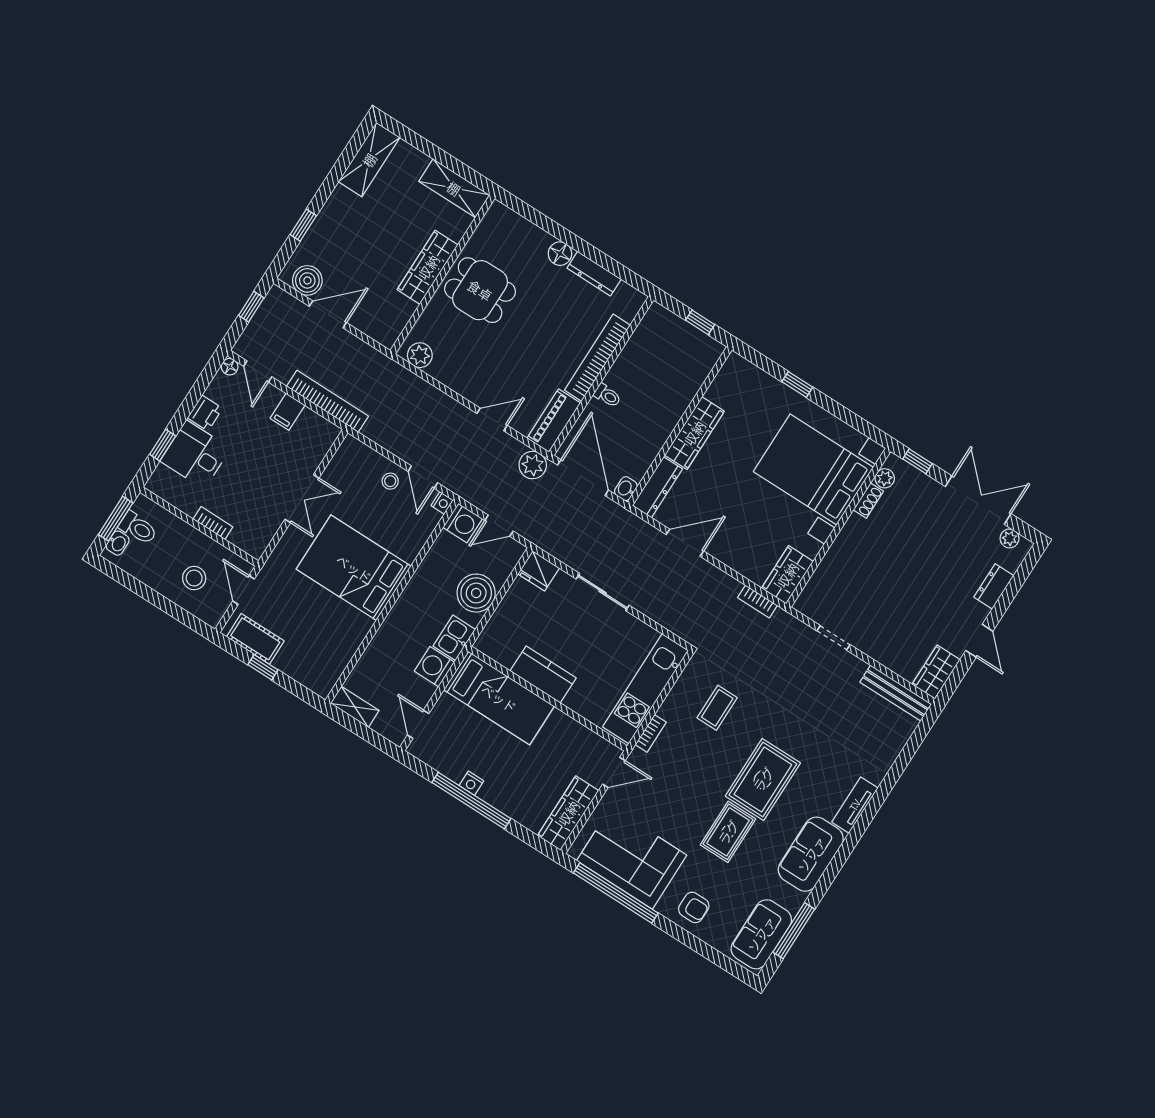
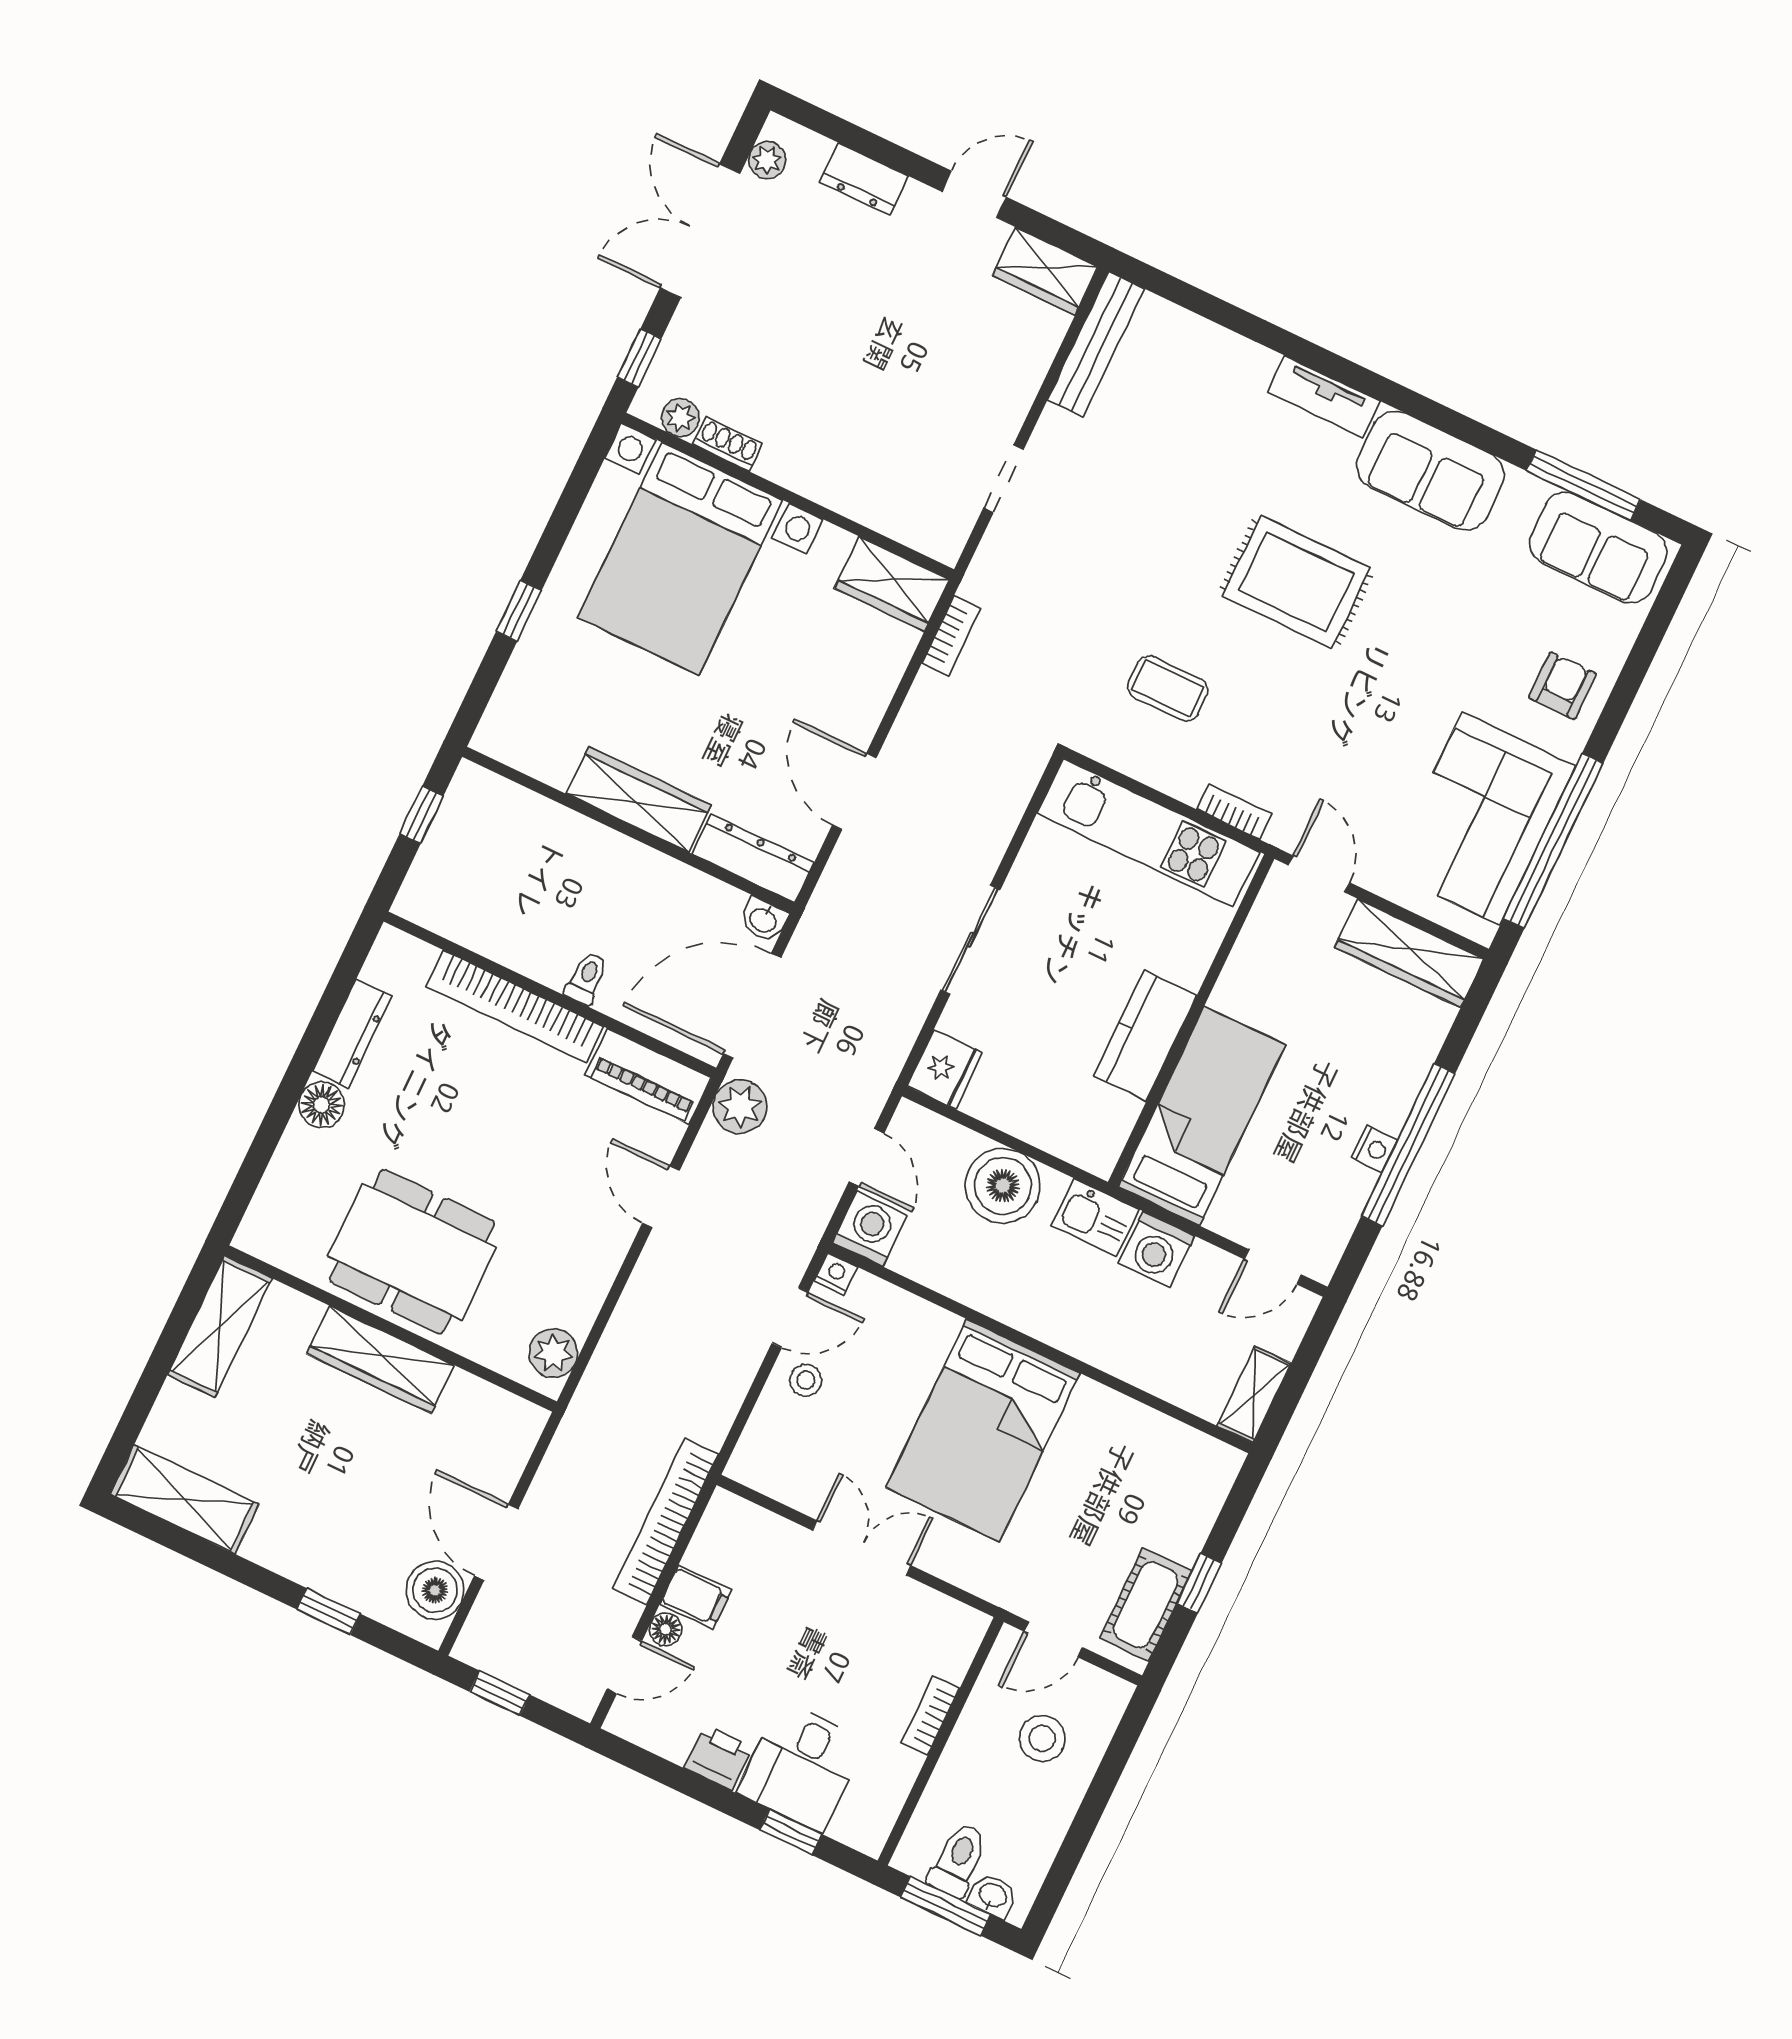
dining table: (480, 290) -> (412, 1252), width x1.37
floor lamp: (230, 367) -> (666, 1629), moved
rug: (728, 832) -> (1407, 637), removed

